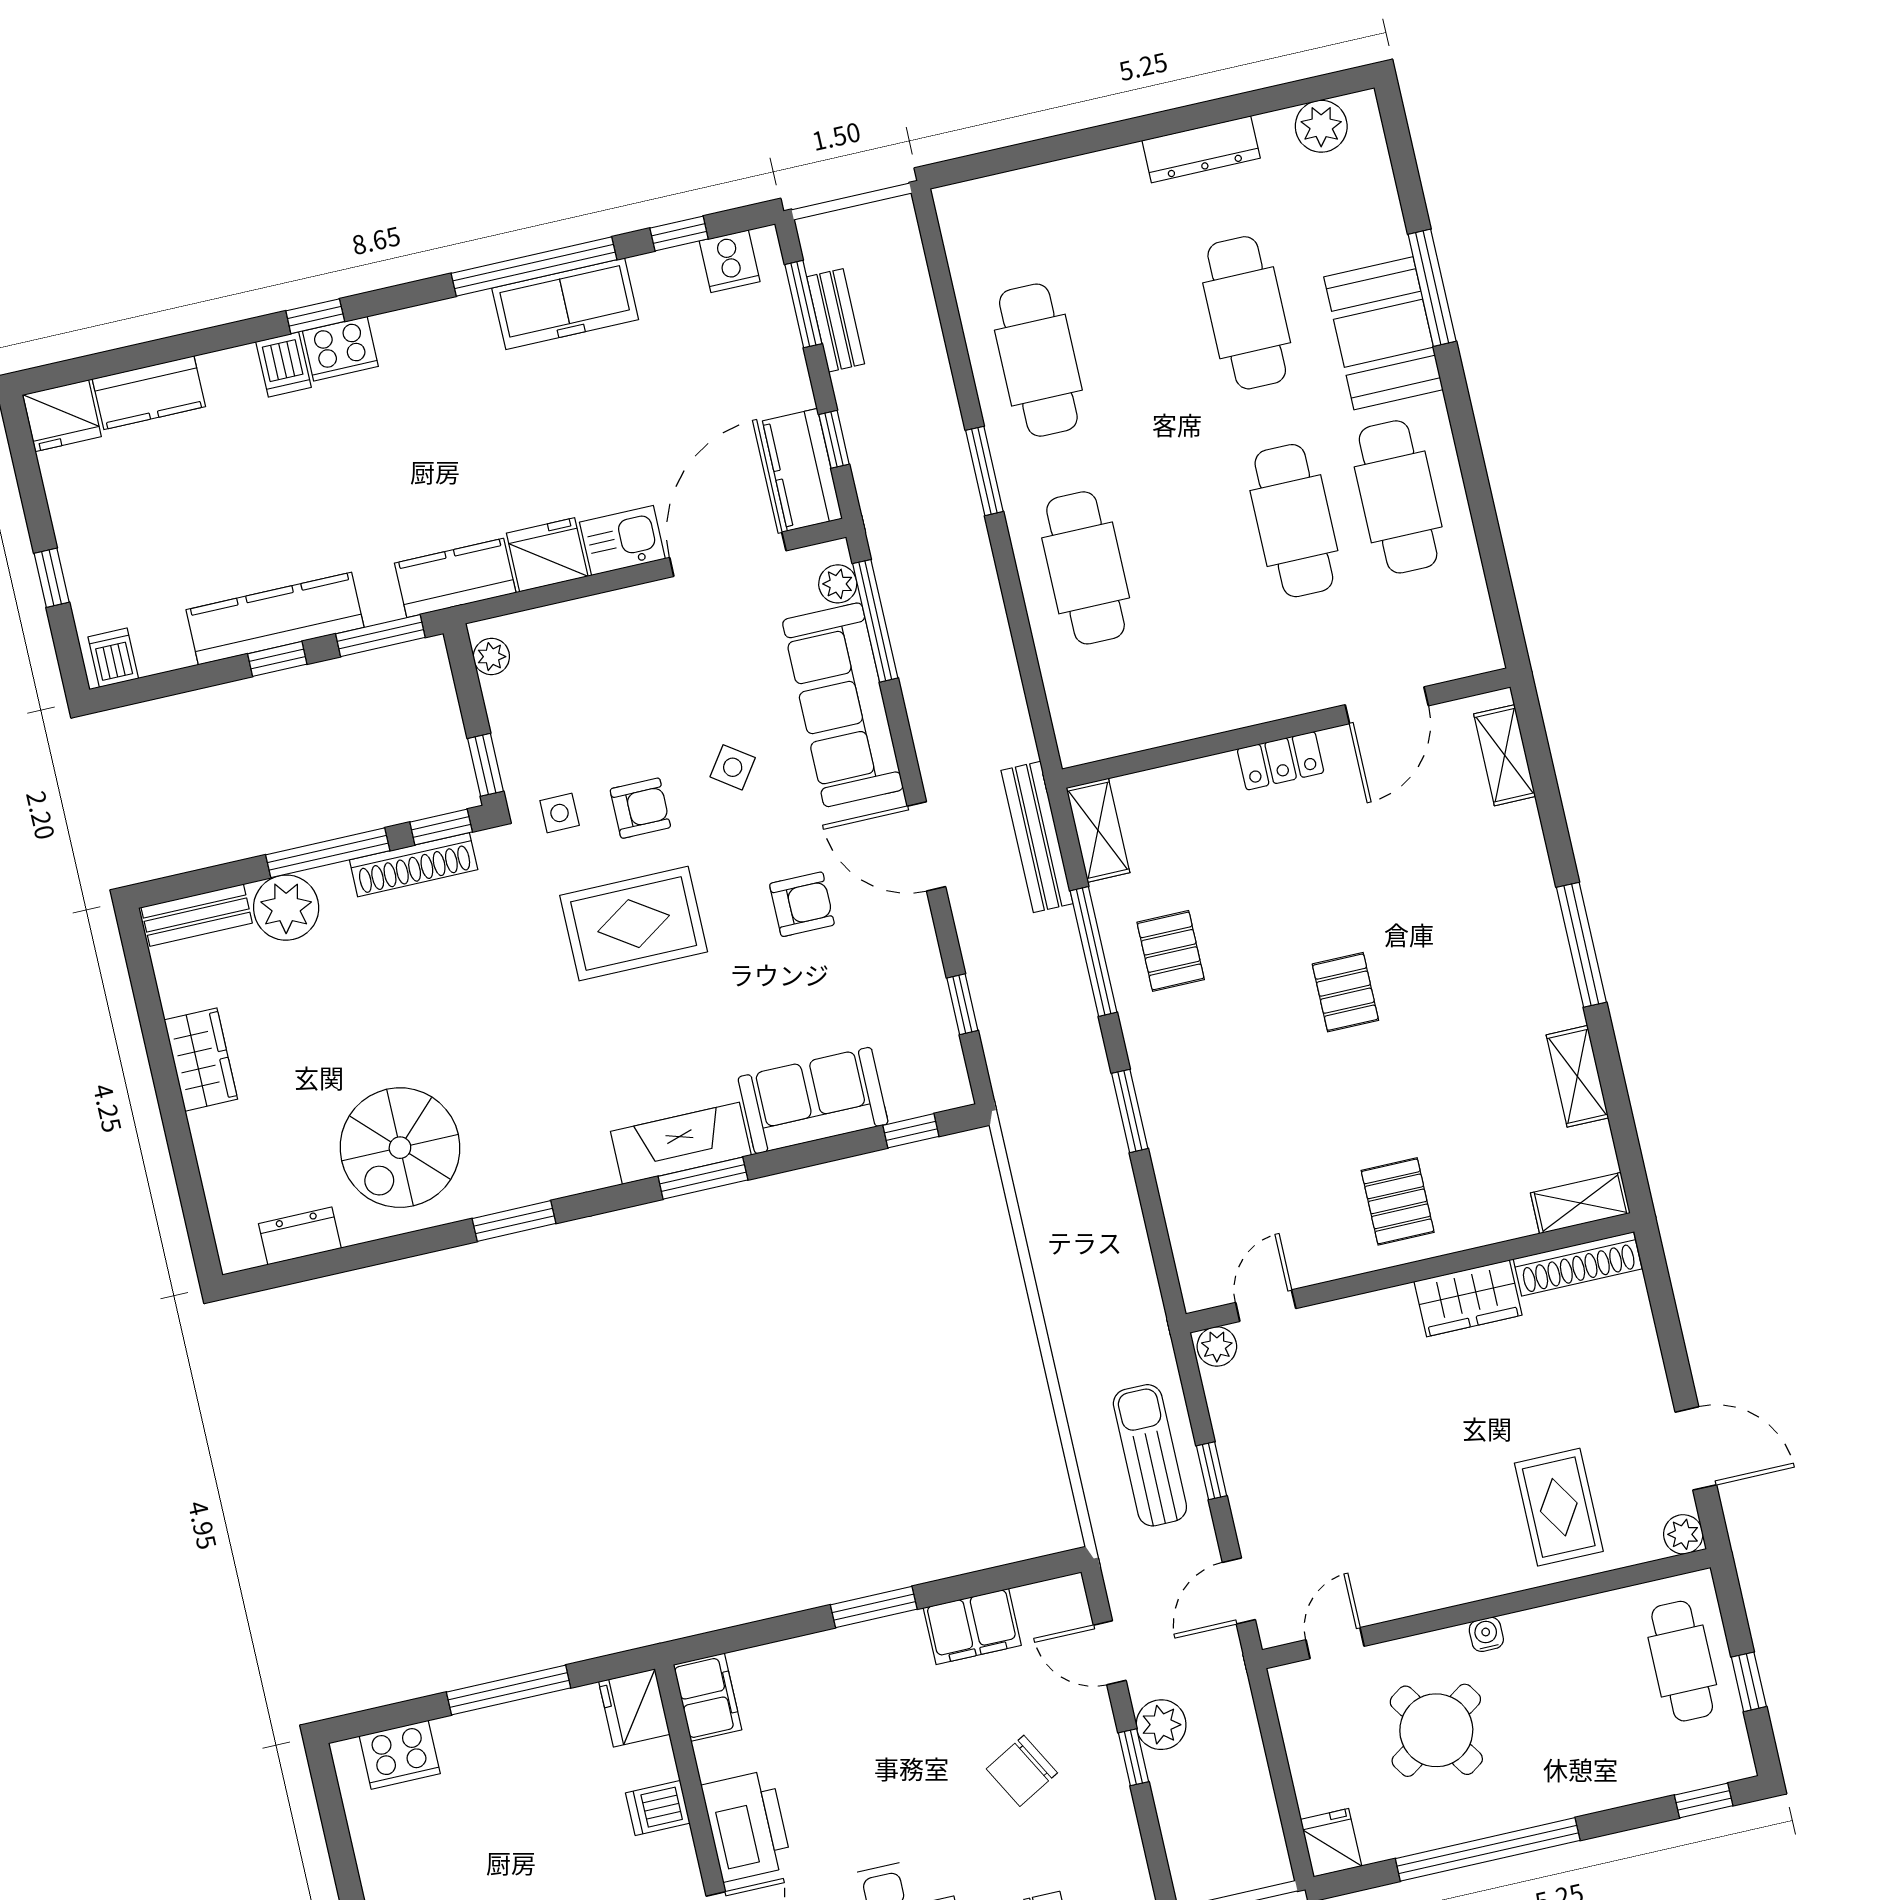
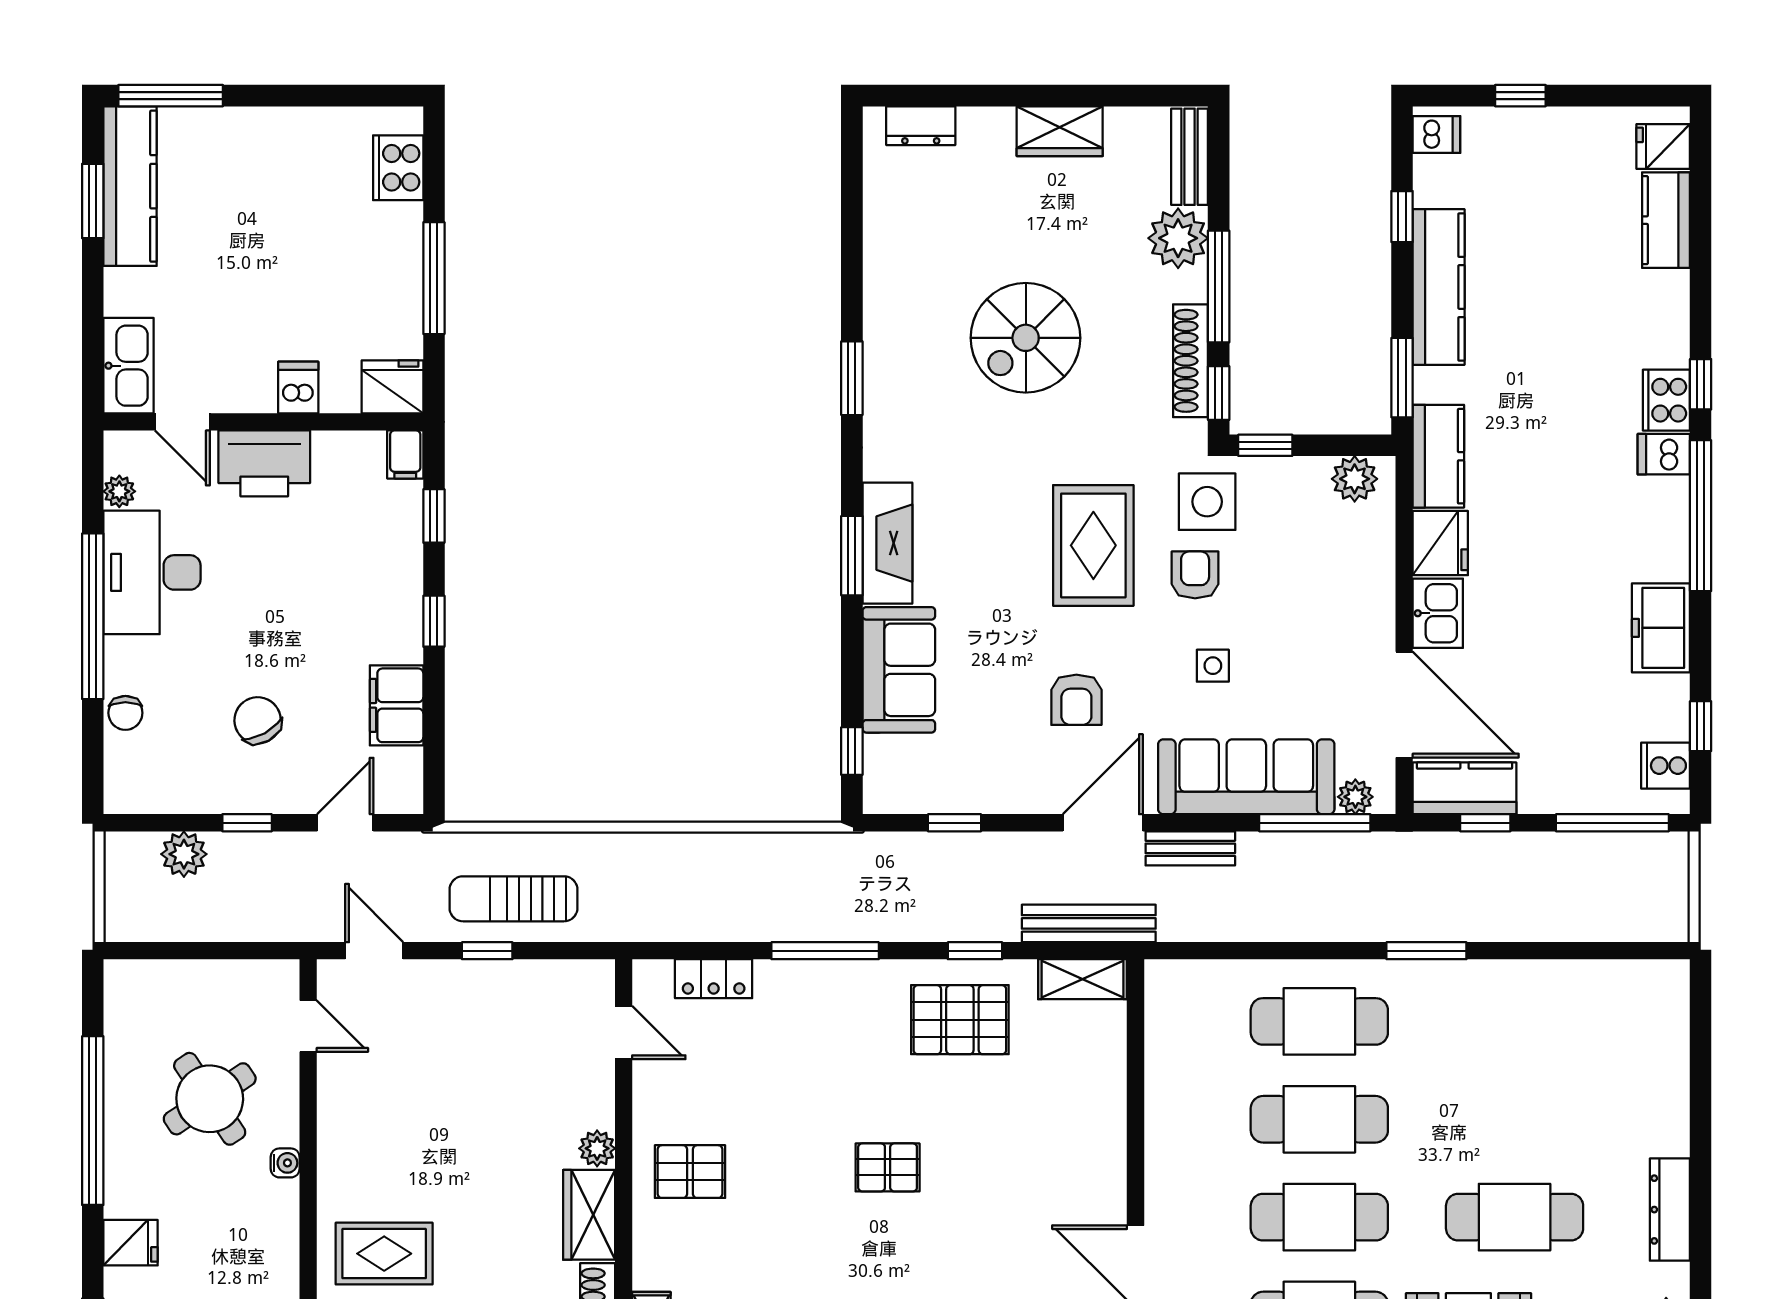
window: (534, 267) -> (1701, 516), moved
freezer: (565, 304) -> (1661, 628), width x0.71
window: (803, 304) -> (1612, 823), width x1.44
bench: (836, 320) -> (1190, 848), moved
cafe table: (1038, 360) -> (1319, 1119), moved
dishwasher: (283, 365) -> (1664, 454), moved
fridge: (62, 416) -> (1663, 146), width x0.72
plant: (491, 657) -> (1355, 479), width x1.38, depth x1.38
window: (277, 659) -> (1402, 217), moved
locker: (1281, 761) -> (714, 979), moved, turned -90
side table: (733, 767) -> (1213, 666), turned -35
armchair: (640, 808) -> (1195, 575), turned 180
side table: (560, 813) -> (1207, 502), width x1.87, depth x1.87
window: (1094, 951) -> (975, 951), width x0.46
pallet: (1171, 951) -> (960, 1020), width x1.50, depth x1.42
window: (1130, 1111) -> (825, 951), width x1.44
spiral stairs: (400, 1148) -> (1026, 338), moved, turned -90
dresser: (300, 1236) -> (921, 126), moved, turned 90
plant: (1217, 1346) -> (597, 1148), moved
sun lounger: (1150, 1455) -> (513, 899), turned 180
window: (874, 1607) -> (434, 621), width x0.67
window: (762, 1633) -> (434, 516), added
filing cabinet: (708, 1697) -> (405, 454), width x0.50
plant: (1161, 1725) -> (184, 854), moved
fridge: (1331, 1843) -> (131, 1243), moved

